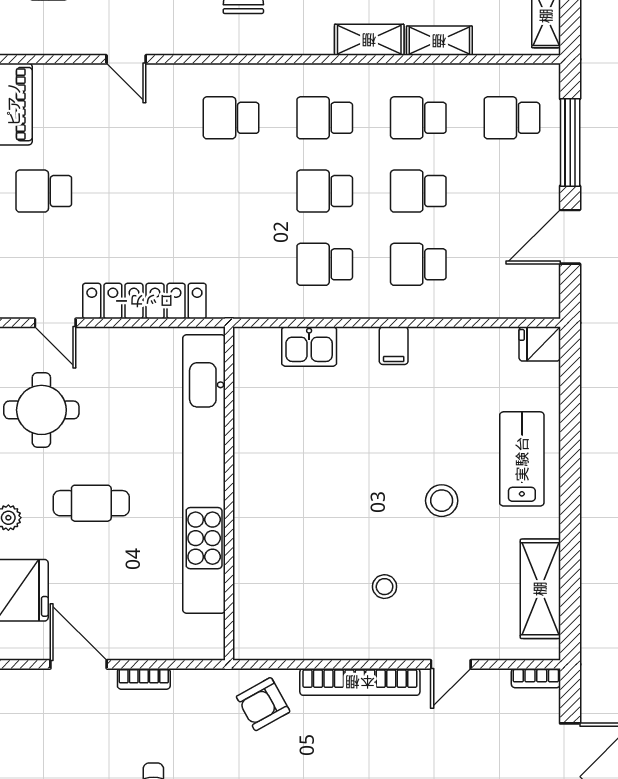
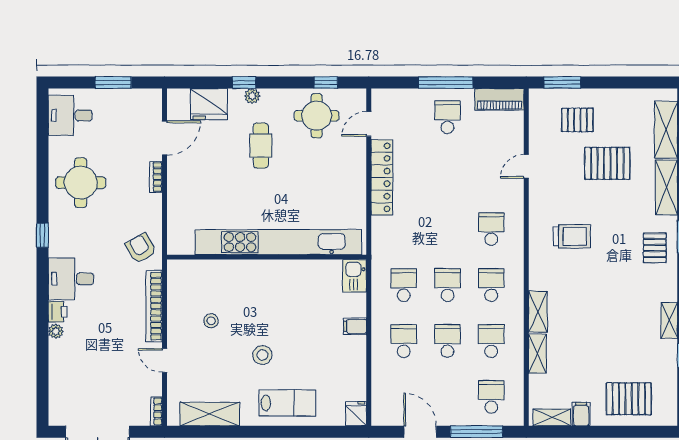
kitchen unit: (204, 474) -> (278, 242), moved
wall: (229, 494) -> (267, 257), moved

